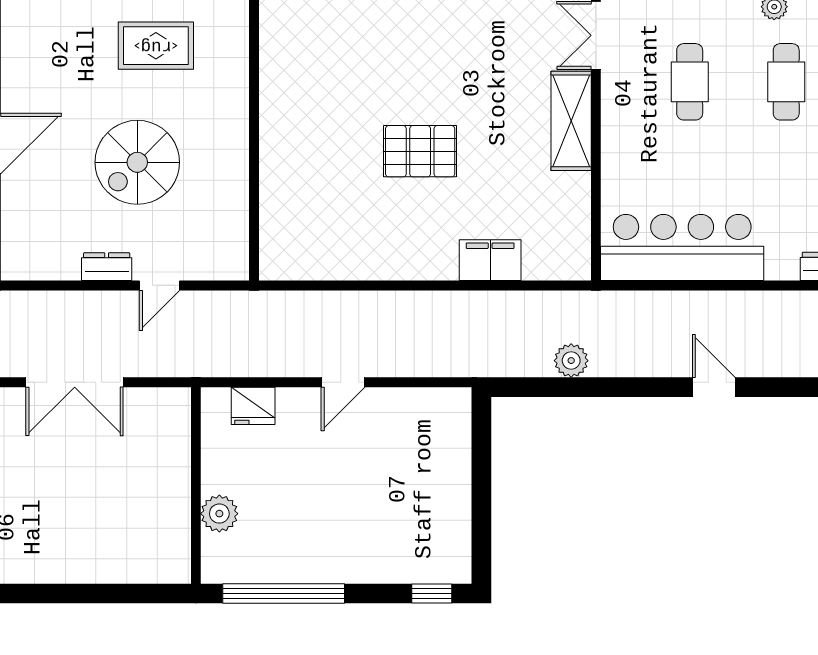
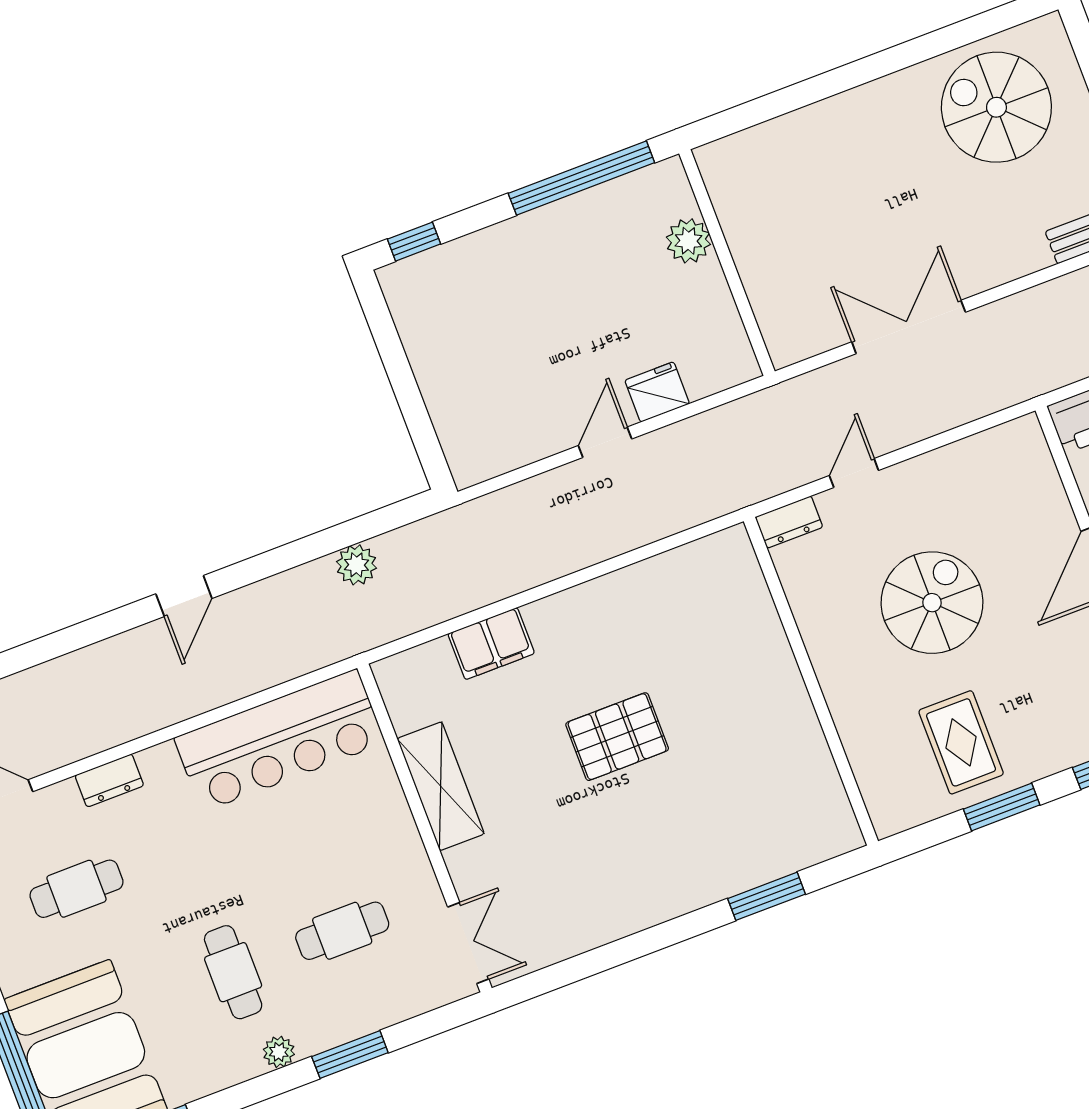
rug: (156, 46) -> (961, 742), turned 90
cafe table: (690, 82) -> (342, 931), turned 90
shelving: (571, 121) -> (441, 786), moved
dresser: (107, 267) -> (789, 522), moved
door: (714, 387) -> (184, 596), hinge flipped
fridge: (253, 406) -> (657, 392), moved

